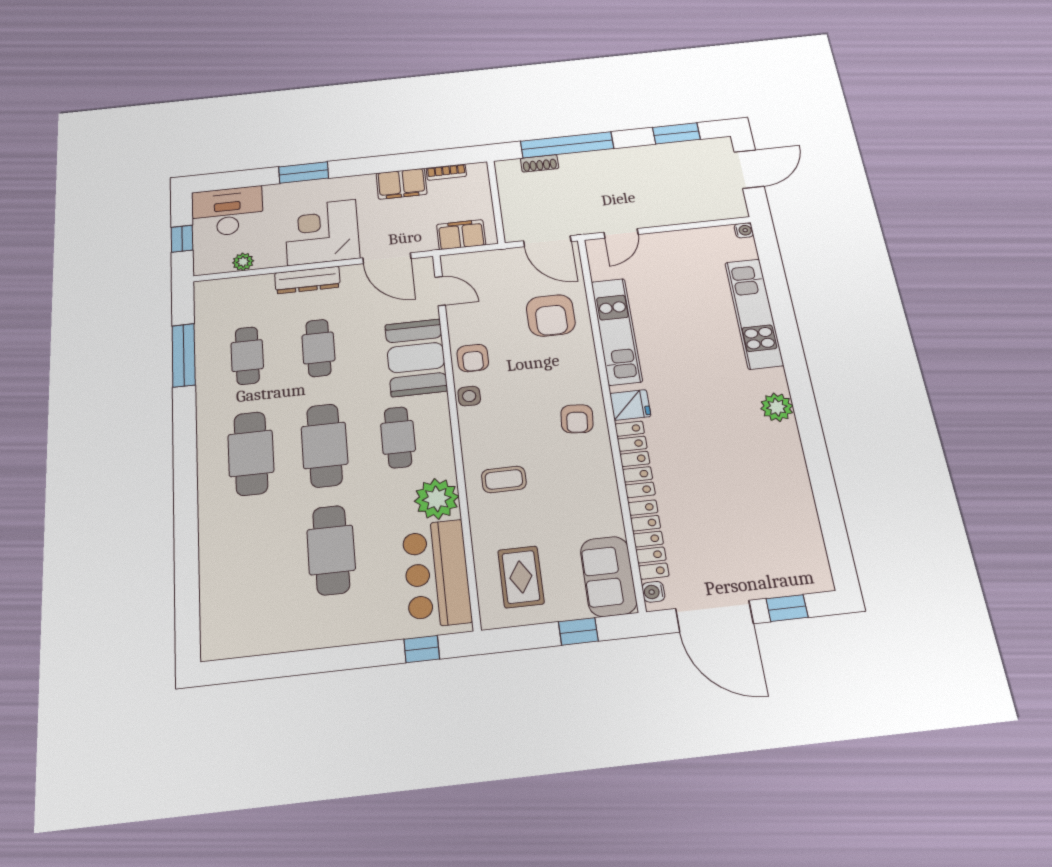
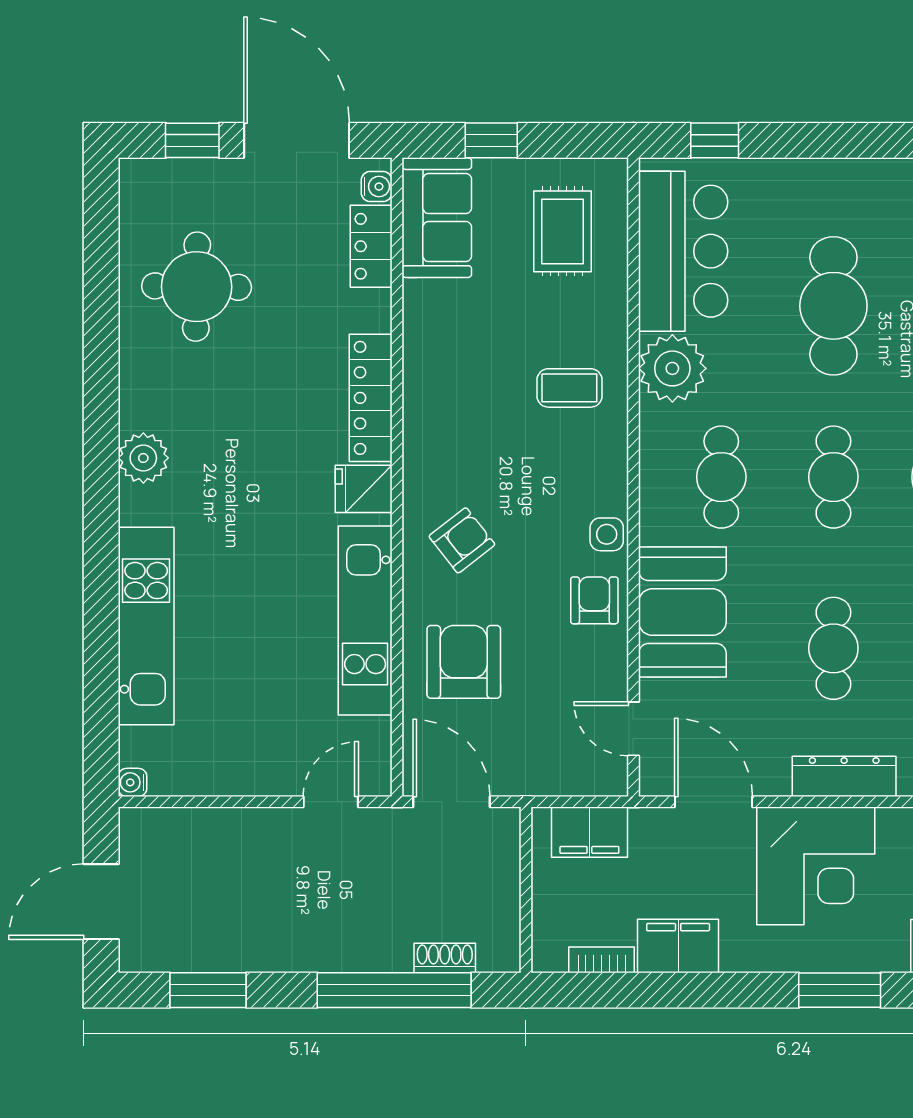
armchair: (577, 419) -> (462, 540), moved, turned 47
cafe table: (325, 445) -> (833, 477), width x0.73, depth x0.74
round table: (764, 514) -> (197, 287), added
locker: (648, 539) -> (371, 246), width x0.66

